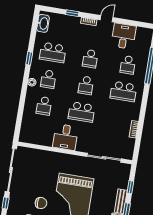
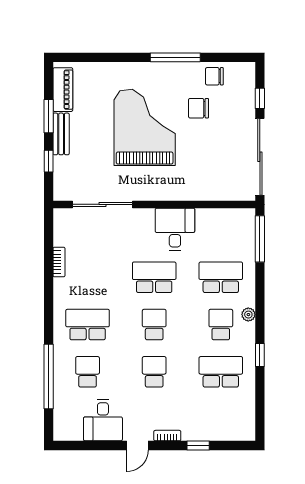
washbasin: (43, 23) -> (246, 419), removed
school desk: (44, 106) -> (221, 277), width x1.85
window: (18, 124) -> (260, 239), added

